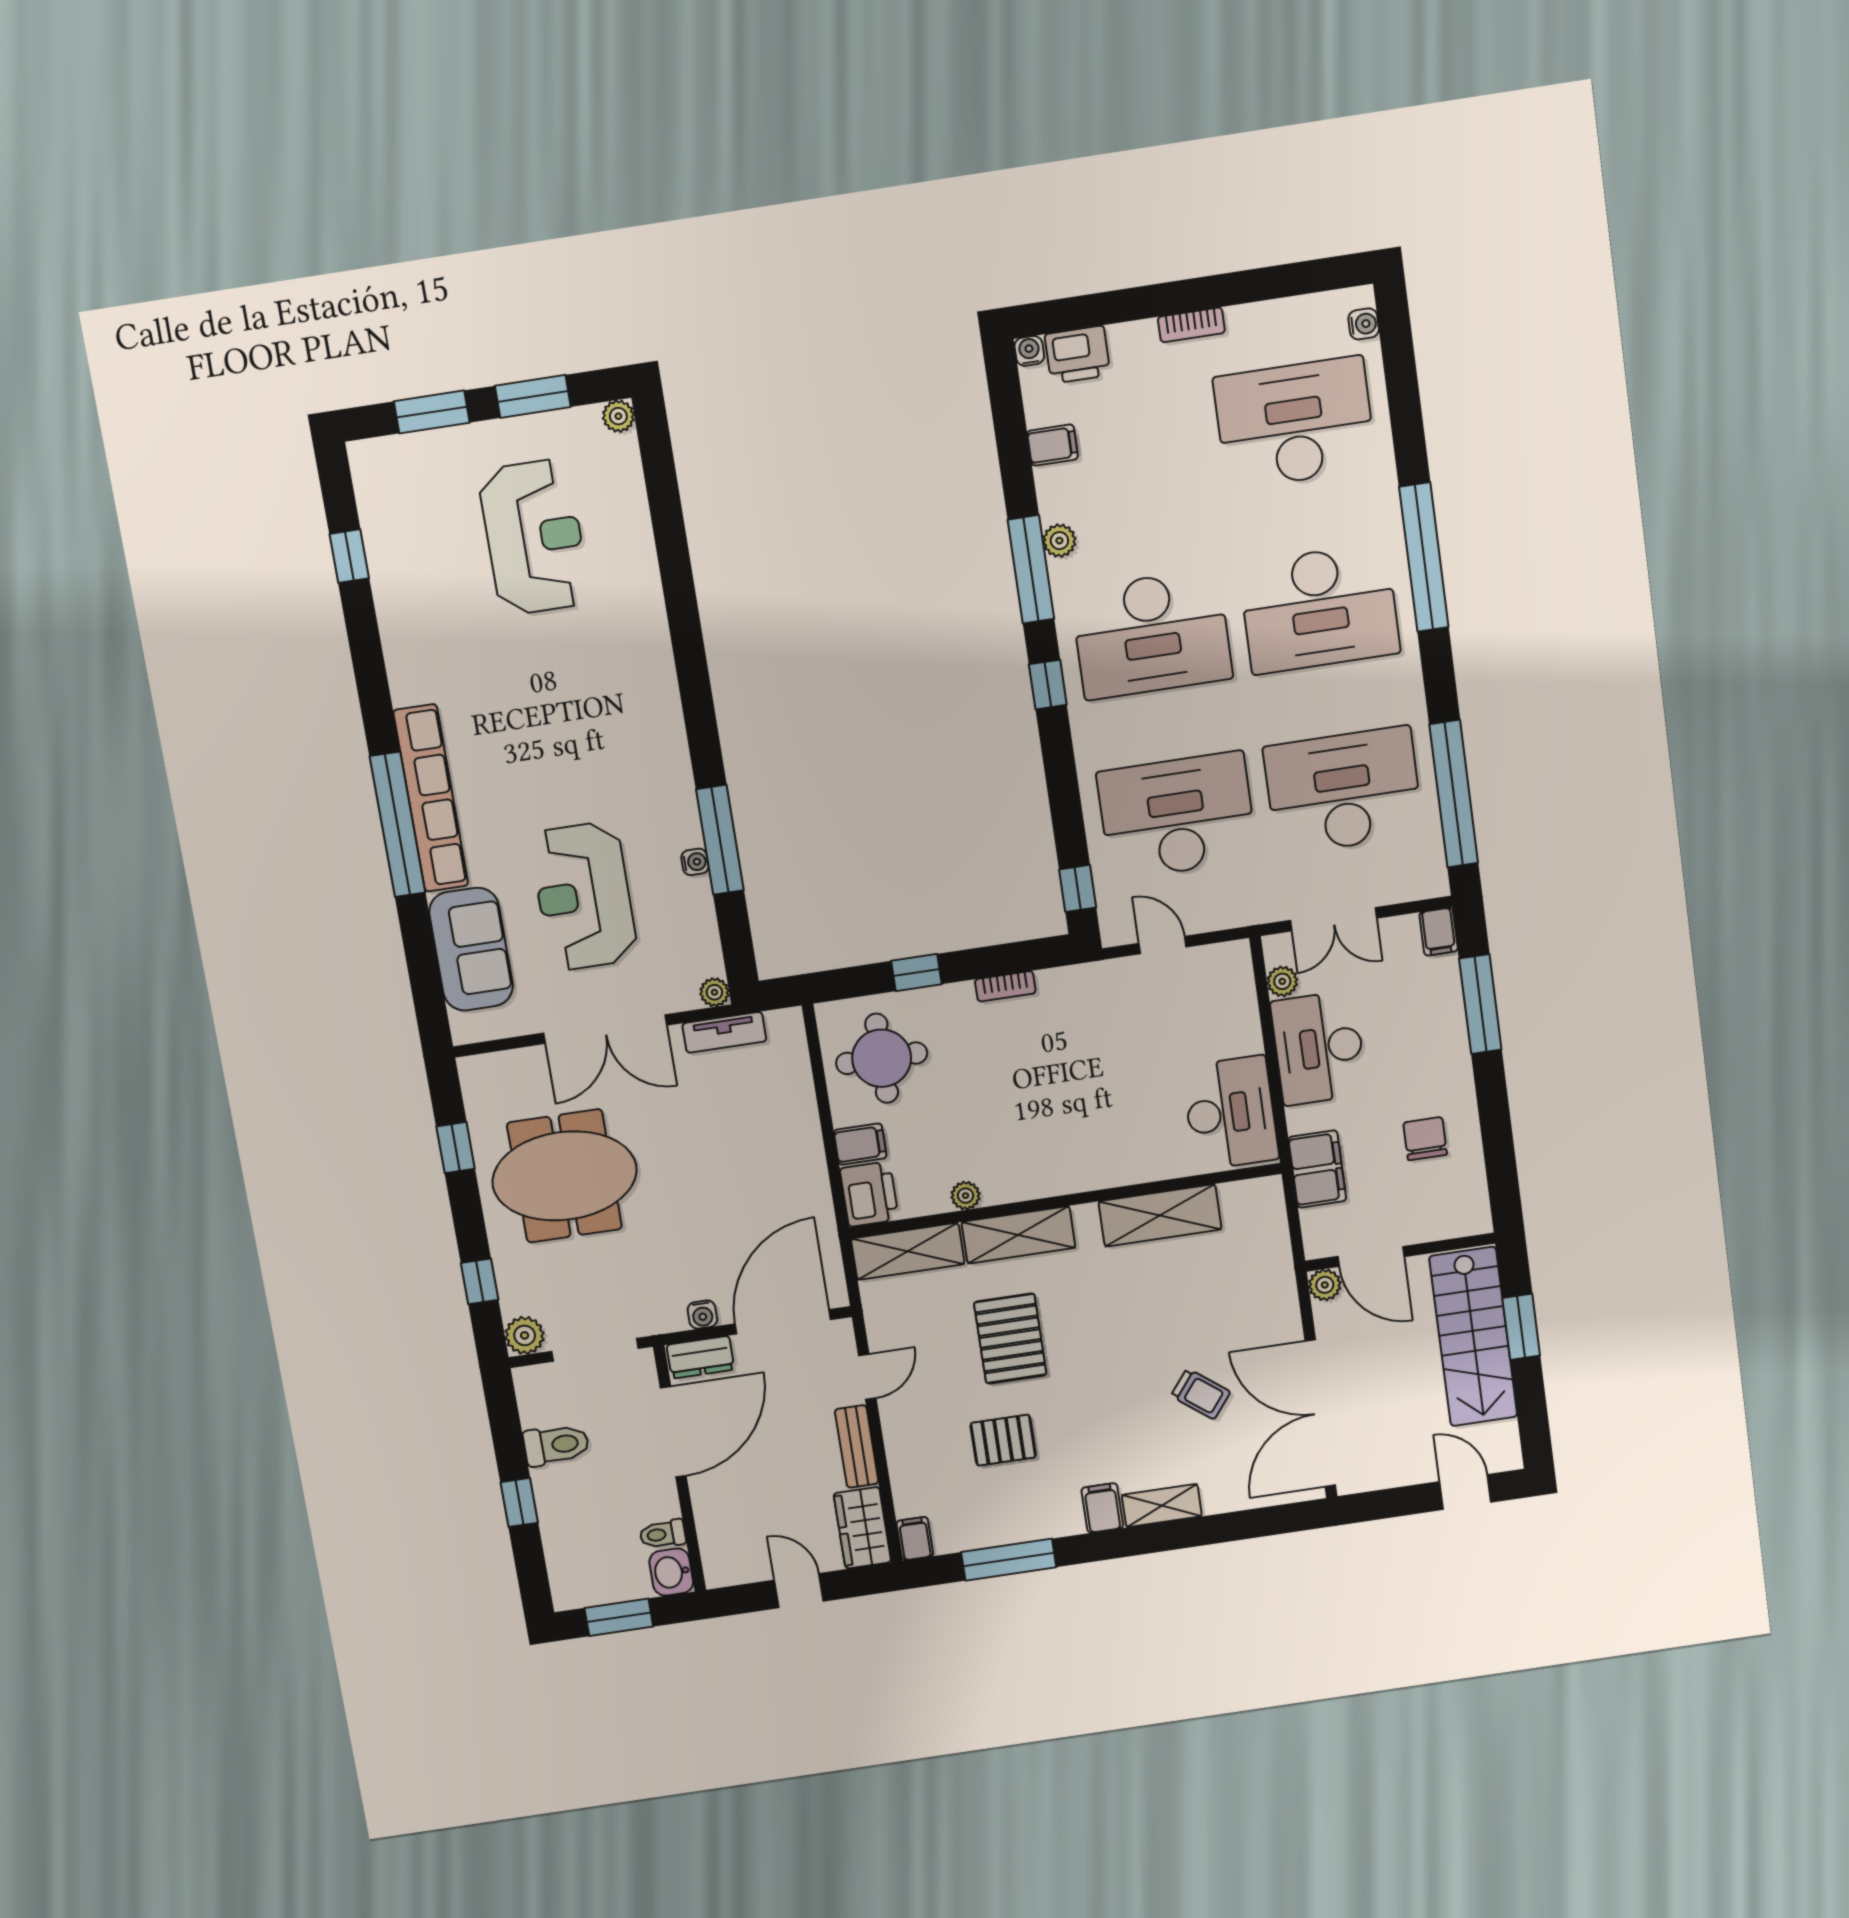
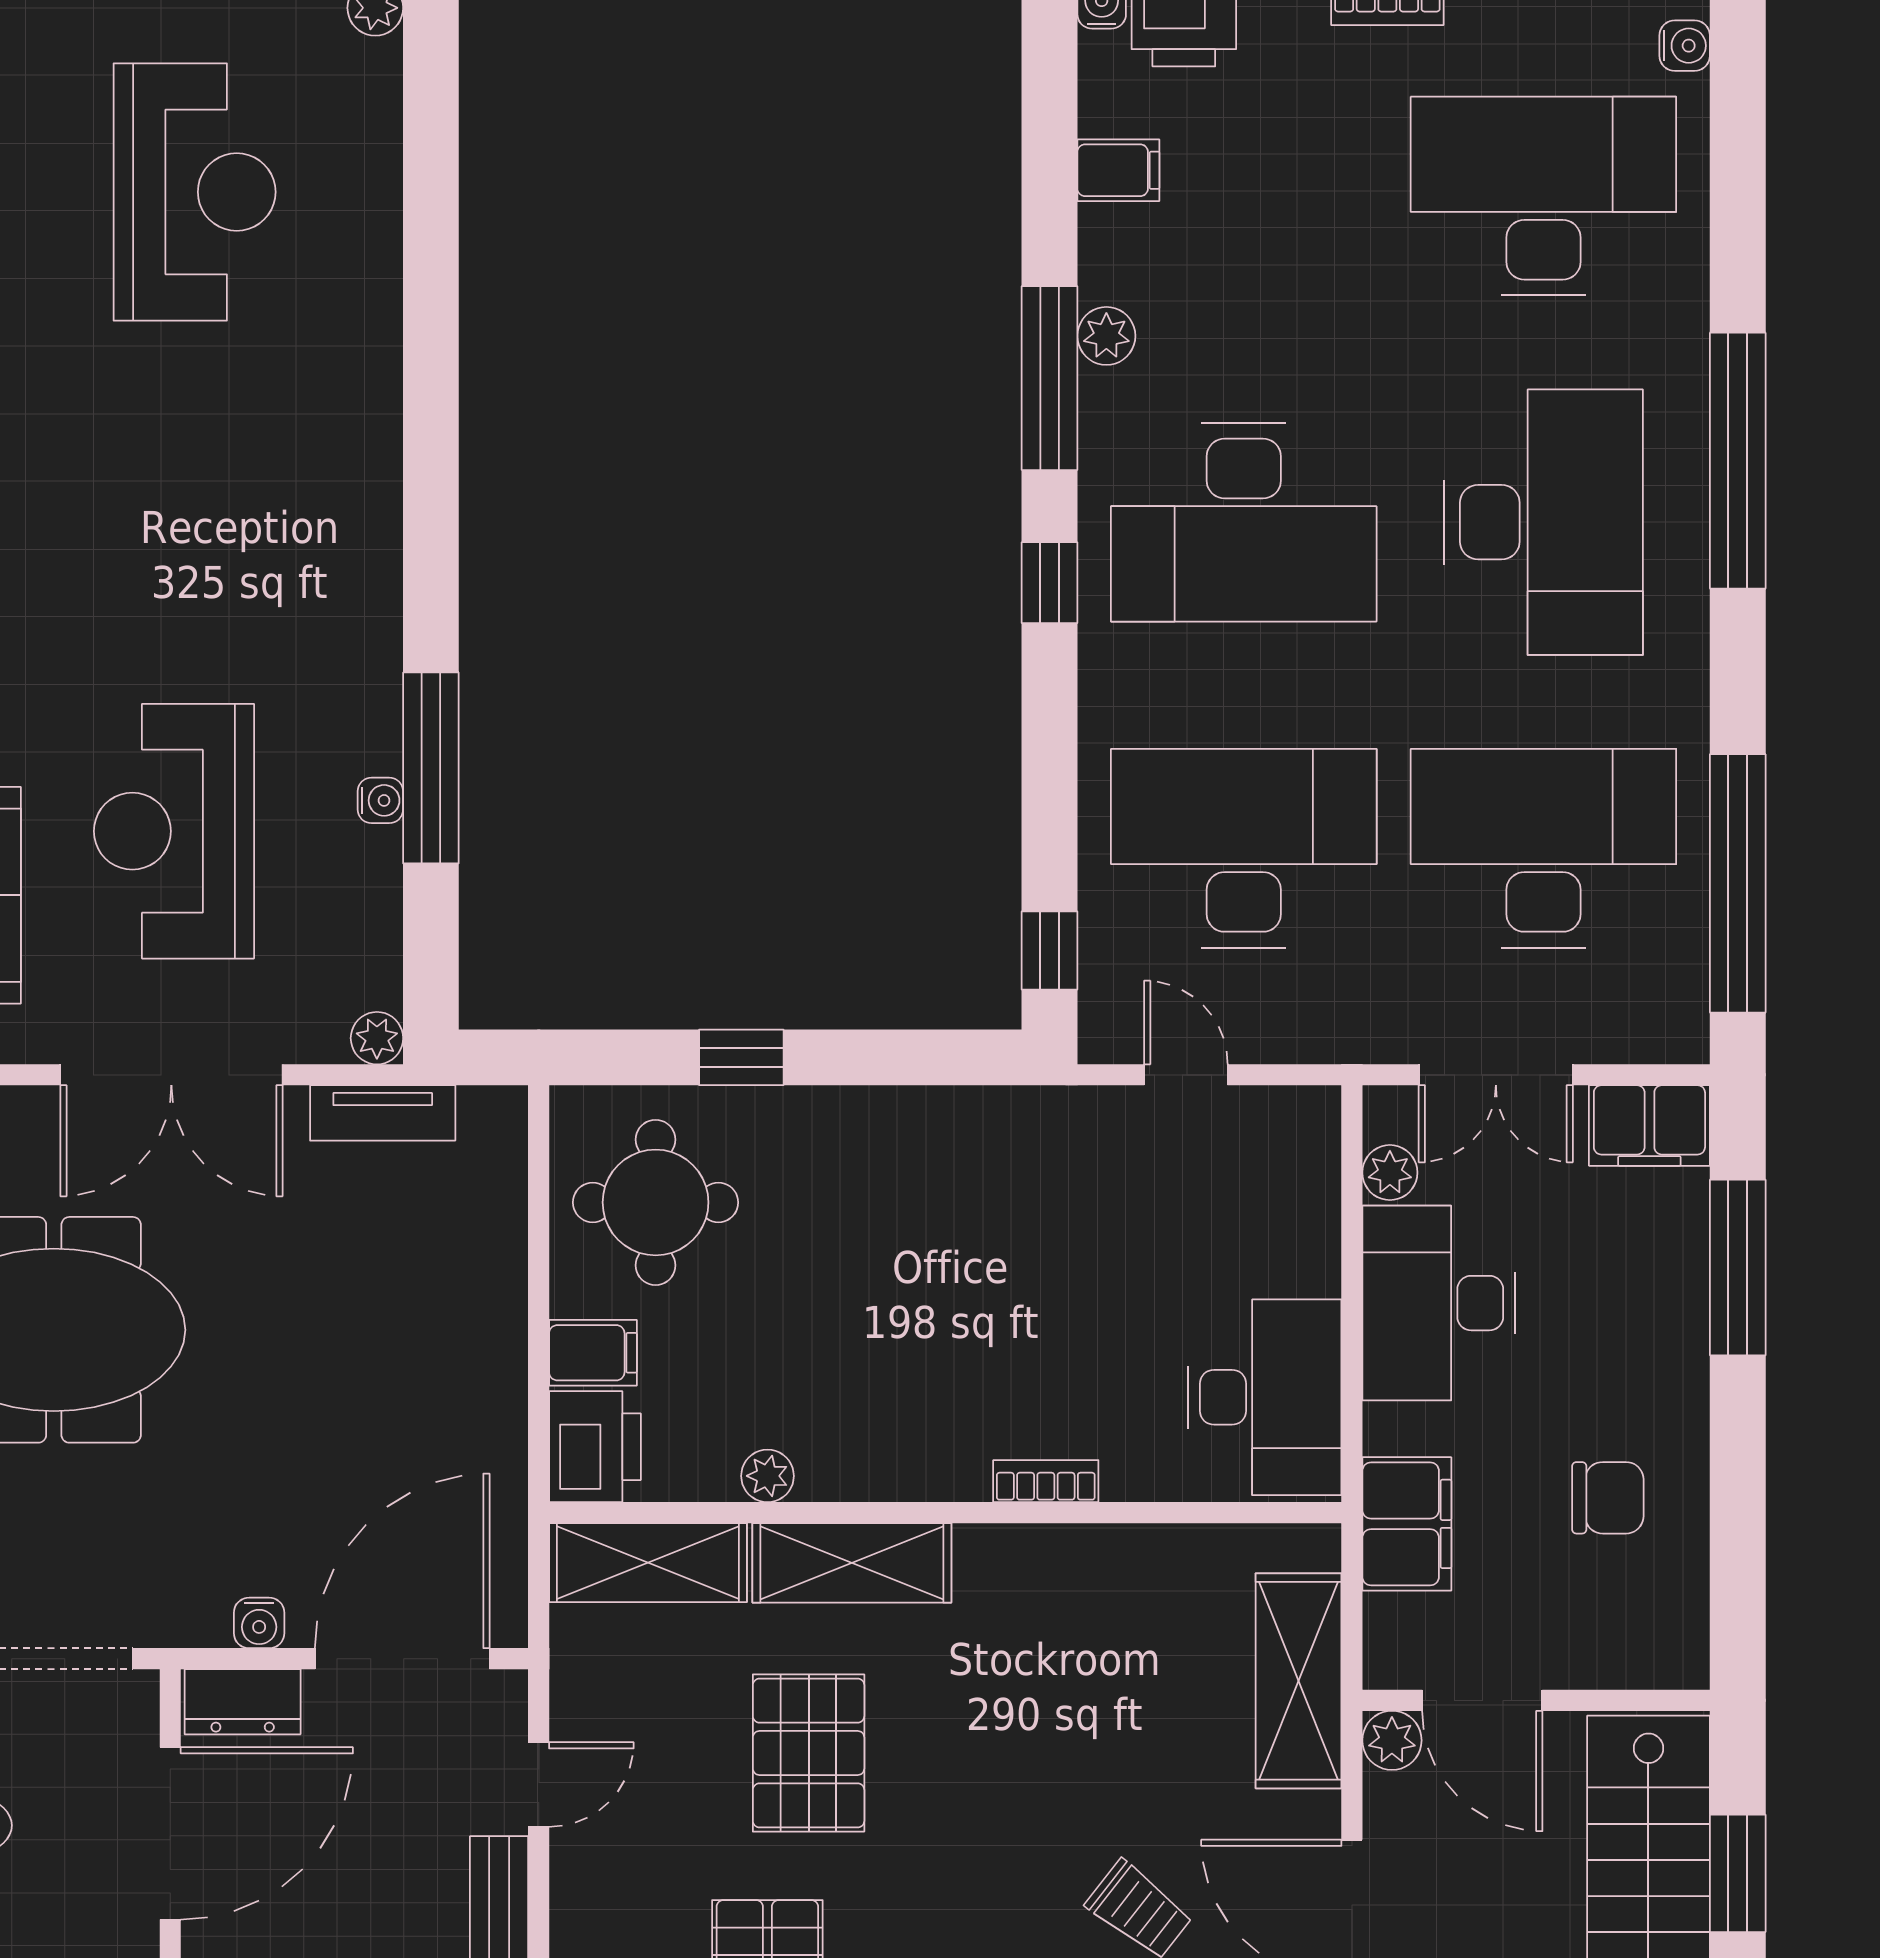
desk: (1319, 609) -> (1543, 522), turned -90
filing cabinet: (1439, 932) -> (1649, 1125), width x2.00
bookcase: (1005, 986) -> (1046, 1481), moved, turned 180
chair: (1425, 1139) -> (1608, 1498), turned 90
shelving: (1160, 1215) -> (1299, 1681), moved, turned 90

